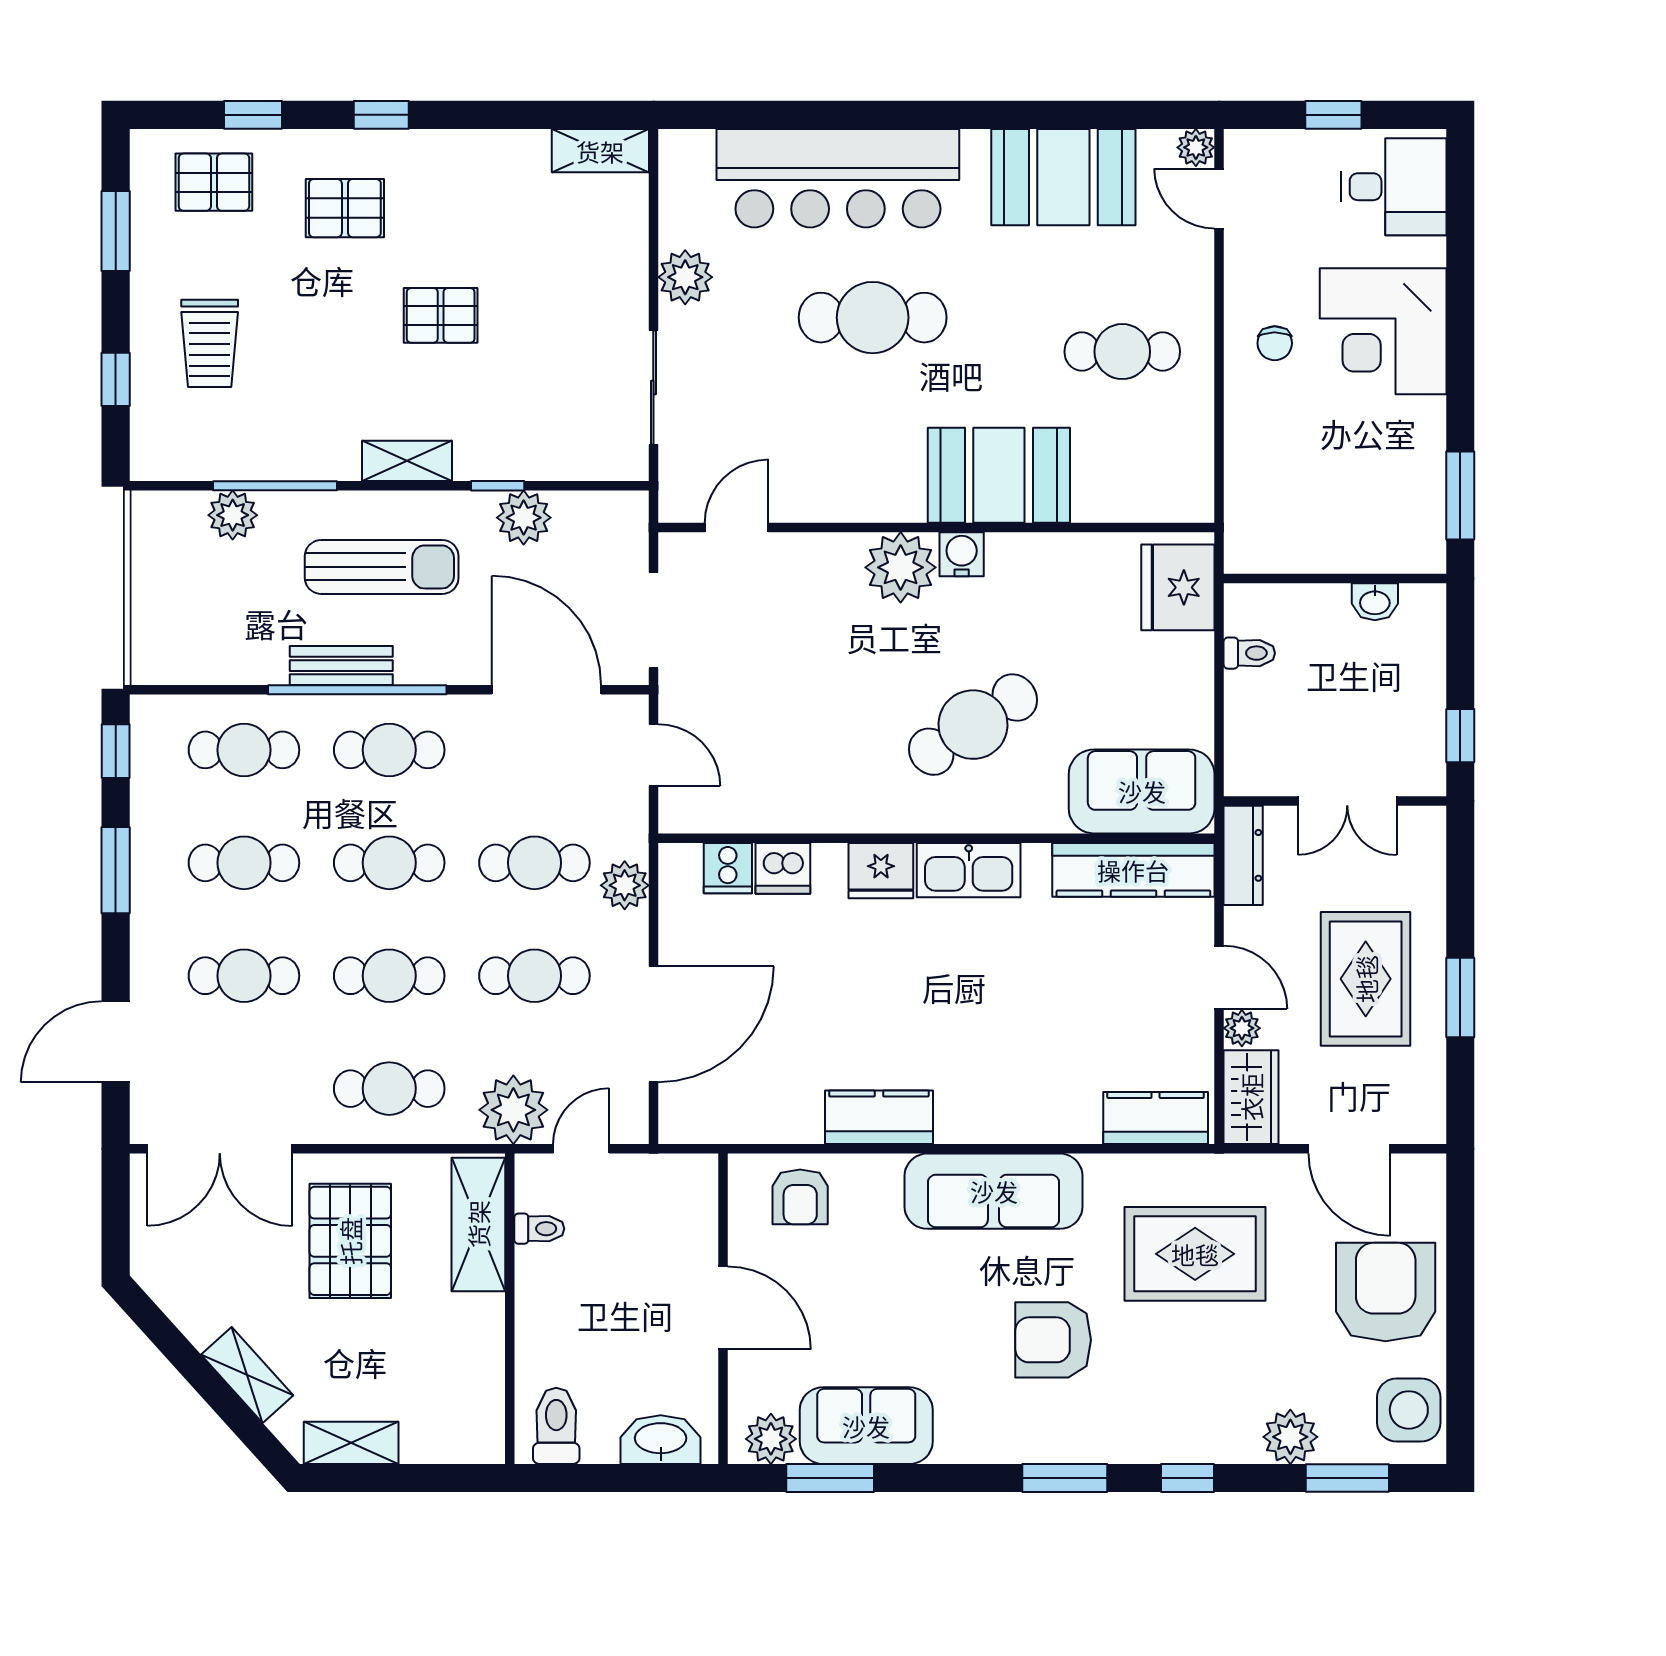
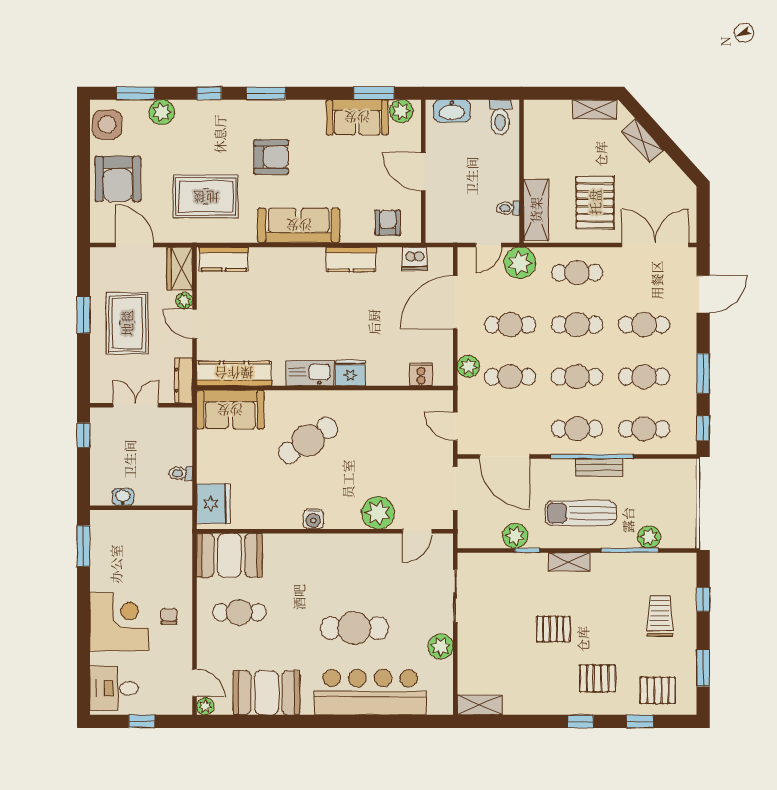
booth: (999, 475) -> (229, 555), moved
plant: (901, 567) -> (378, 513), moved
dishwasher: (783, 868) -> (415, 259), moved, turned 180

